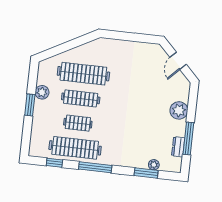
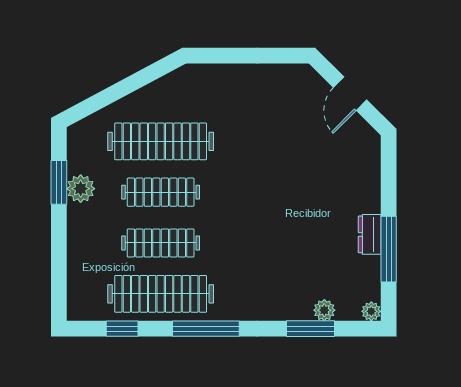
window: (30, 105) -> (59, 182), moved
plant: (179, 110) -> (371, 311), moved, width x0.53, depth x0.53
clothes rail: (78, 123) -> (161, 243), width x1.36
dresser: (178, 147) -> (370, 234), moved

